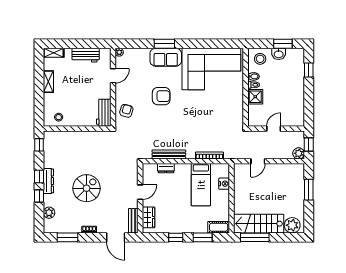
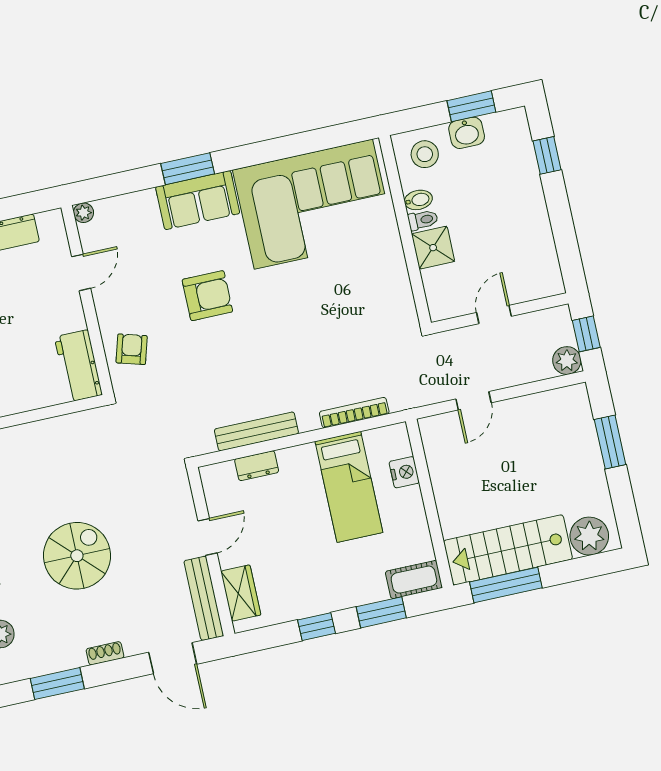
bench: (133, 221) -> (204, 598), width x1.36

